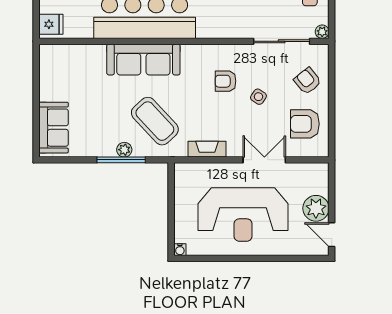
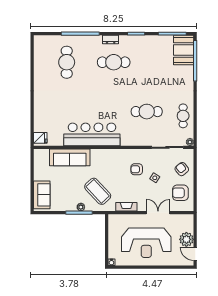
sofa: (143, 60) -> (70, 157), moved

